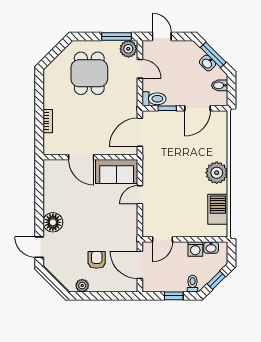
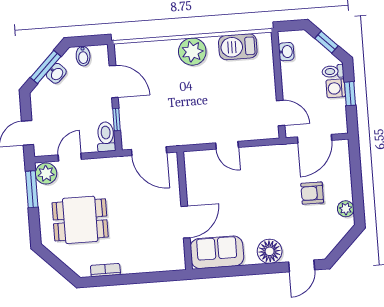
bookcase: (48, 121) -> (105, 270), moved
sofa: (117, 171) -> (217, 252), moved, turned -90
washing machine: (195, 249) -> (336, 88), moved, turned 180

